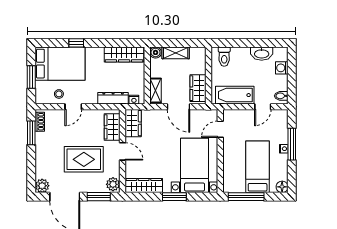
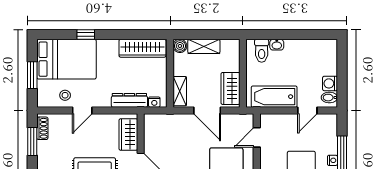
washbasin: (262, 54) -> (277, 45), moved, width x0.52, depth x0.69
washing machine: (282, 68) -> (330, 83), moved
wardrobe: (133, 123) -> (153, 130), removed

